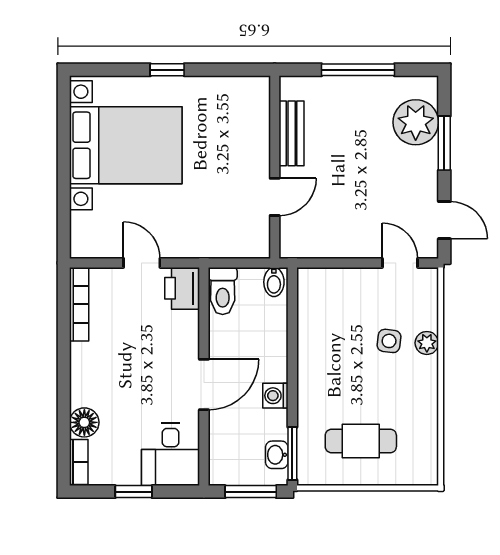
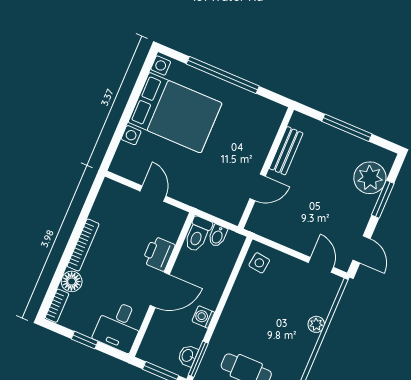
window: (167, 70) -> (223, 75), width x3.17
bidet: (274, 282) -> (218, 236), moved
printer: (182, 288) -> (159, 254), moved
bookcase: (79, 304) -> (83, 245), moved
side table: (389, 341) -> (259, 263), moved

